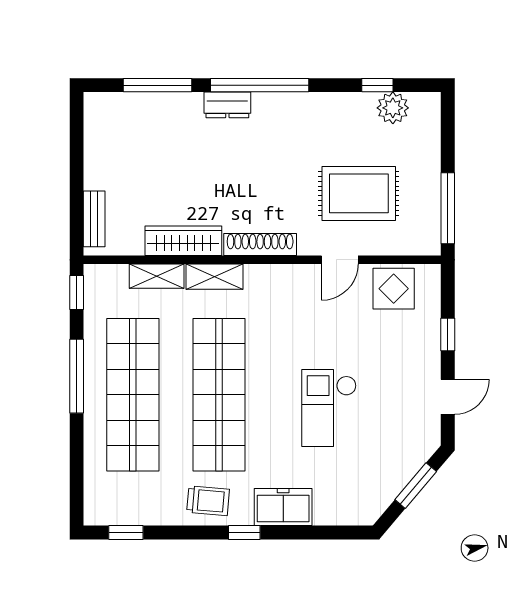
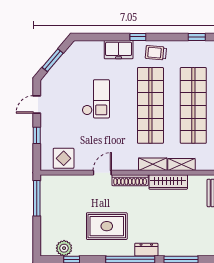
rug: (359, 193) -> (107, 226), moved
door: (340, 260) -> (102, 173), moved

